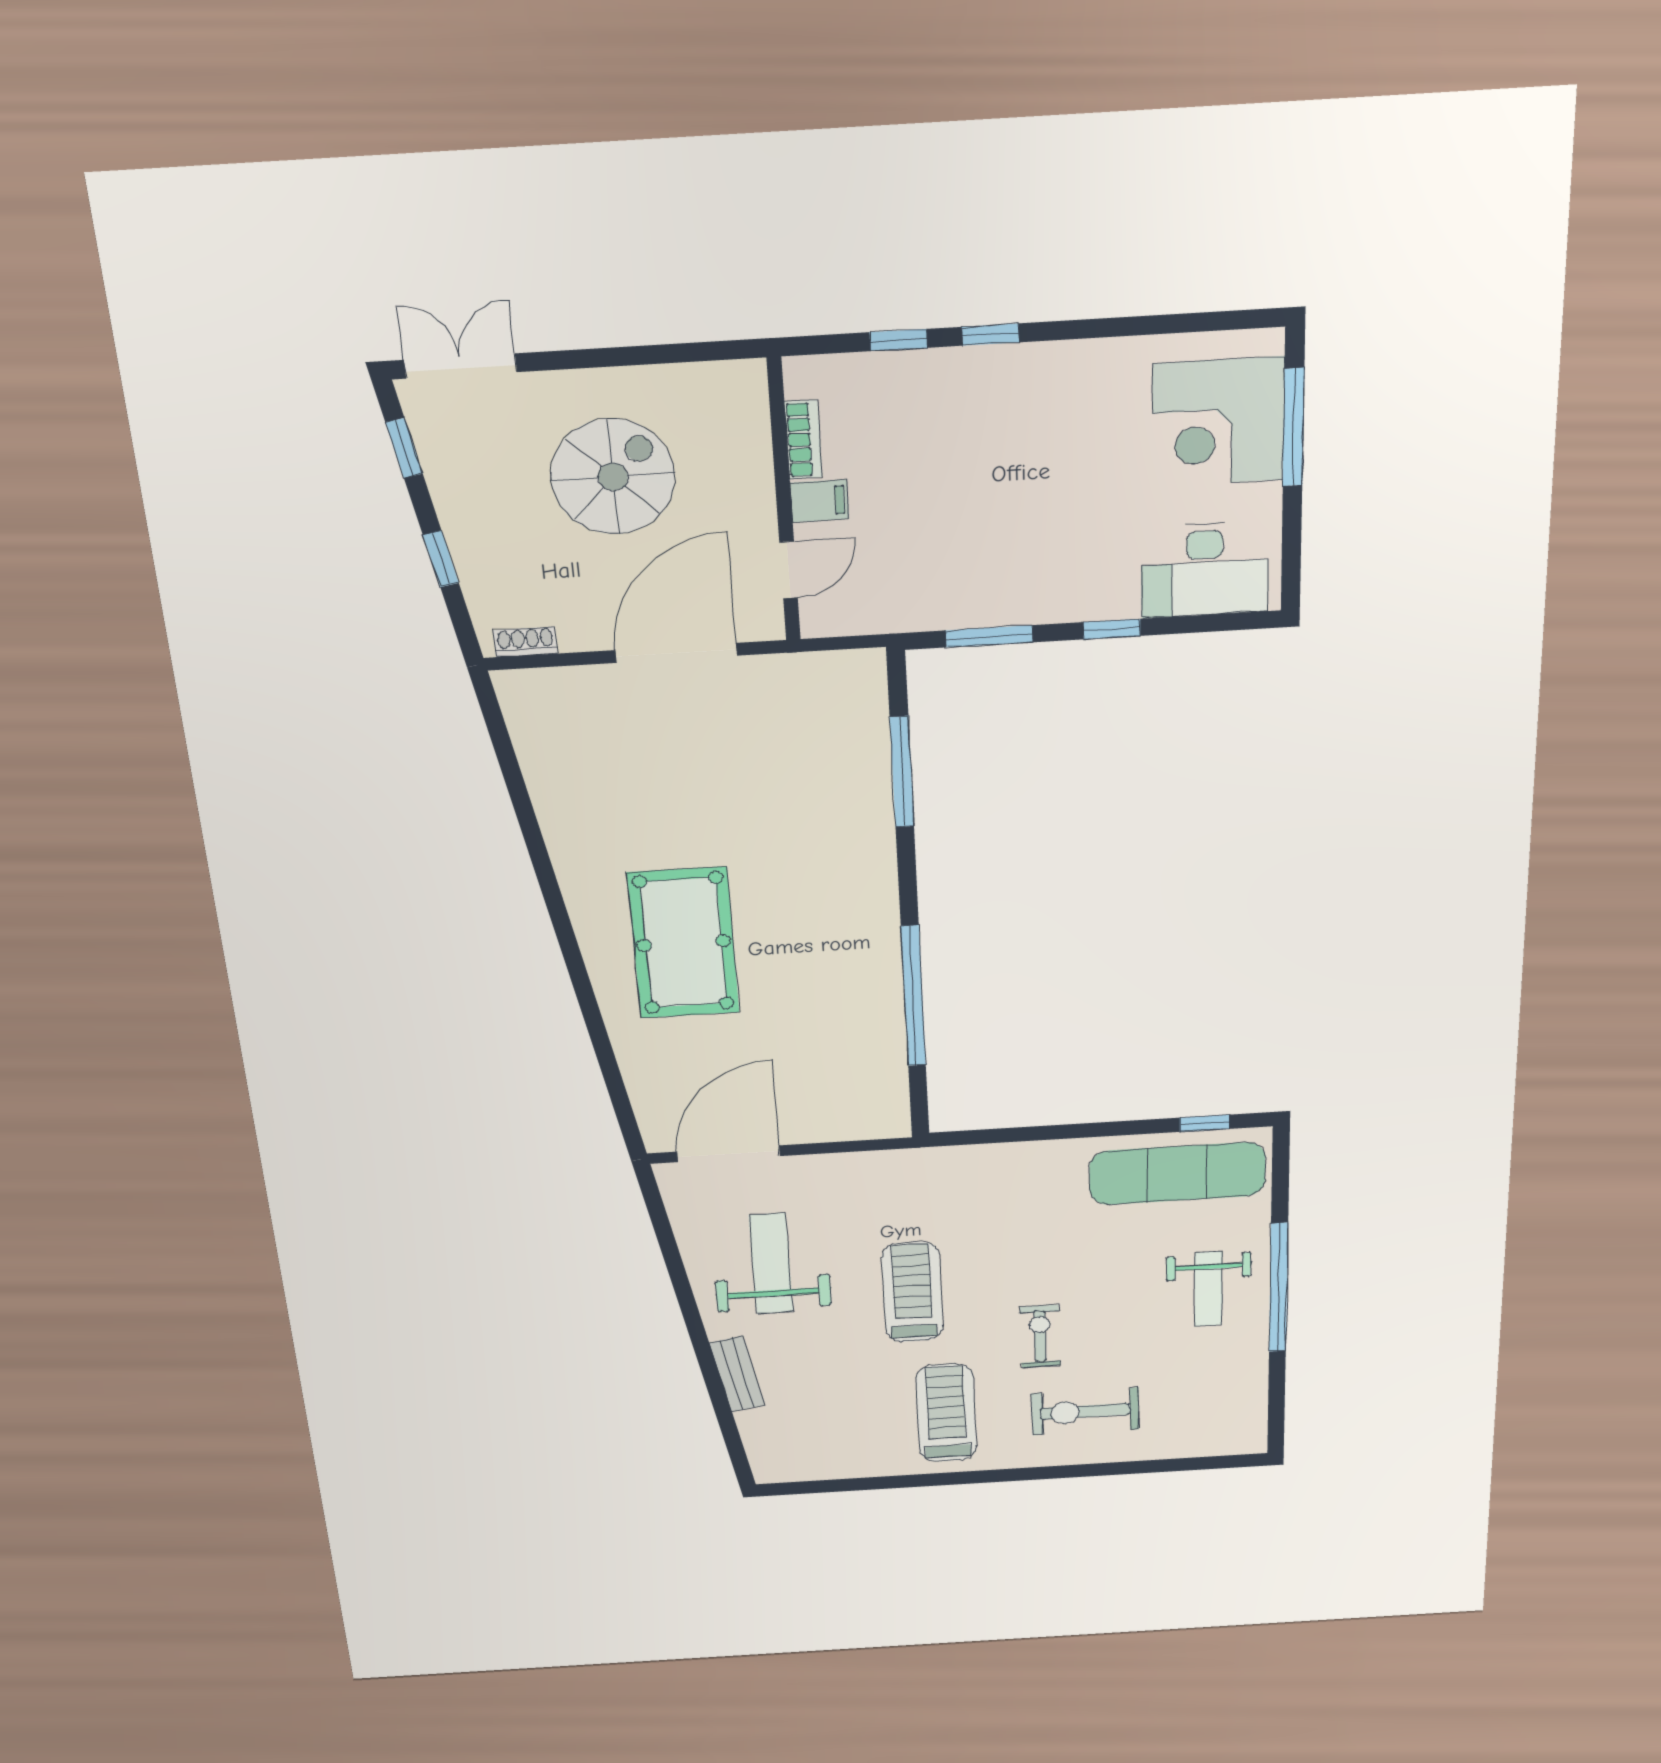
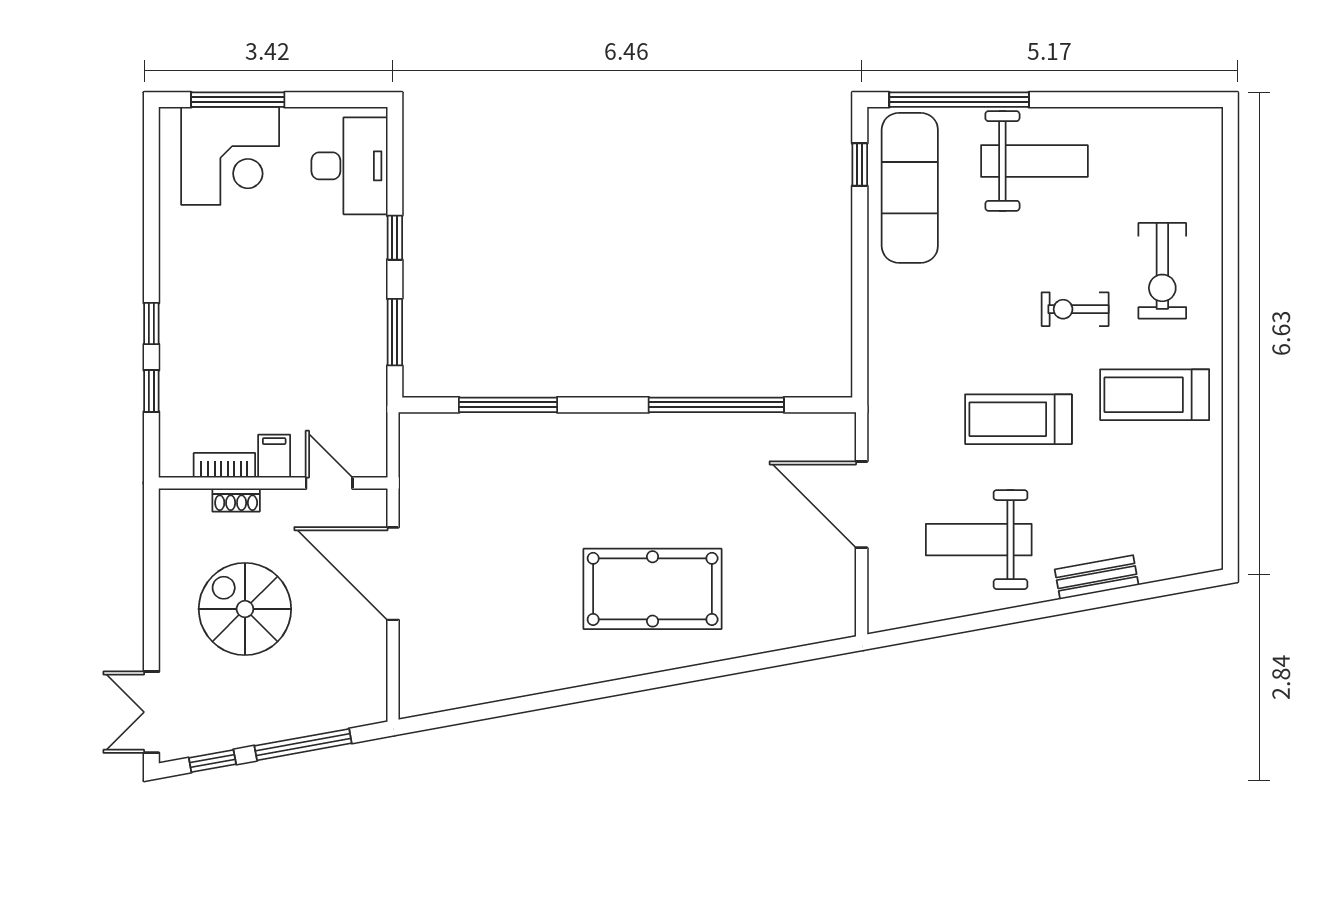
window: (441, 559) -> (303, 745), width x2.17
shoe rack: (525, 642) -> (236, 500), moved, turned -90
door: (728, 1154) -> (862, 505), moved
window: (1278, 1288) -> (959, 100), moved
weight bench: (1208, 1289) -> (1034, 161), width x1.36, depth x1.33

